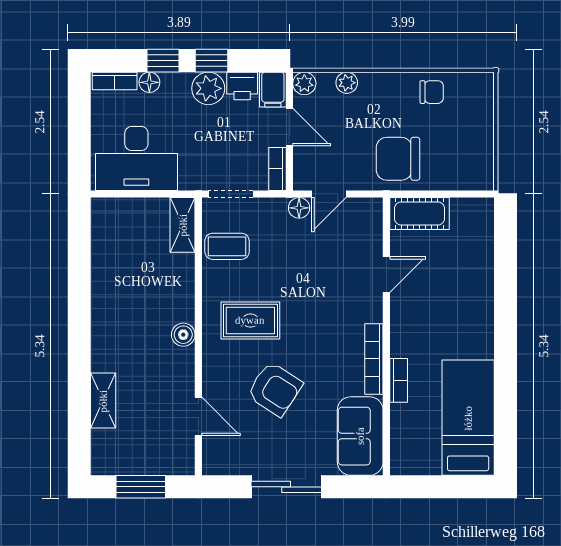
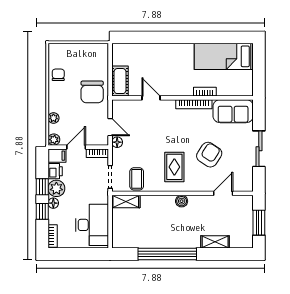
floor lamp: (149, 82) -> (53, 203), moved
window: (79, 306) -> (167, 254), added

